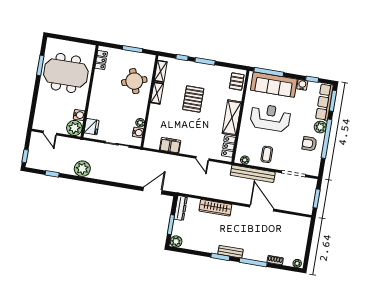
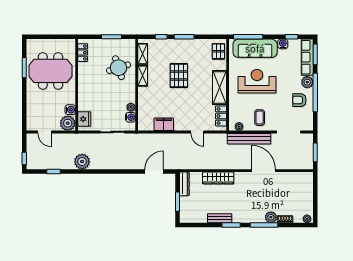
plant: (176, 241) -> (271, 217), moved
bench: (230, 252) -> (220, 218), moved

